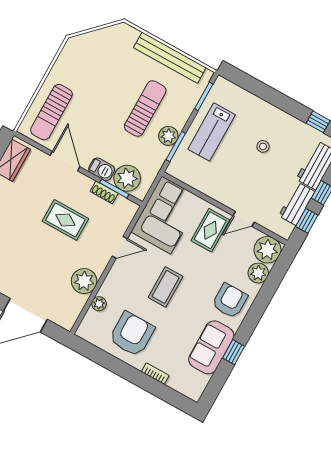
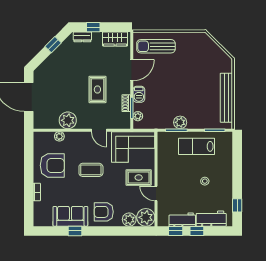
sun lounger: (145, 108) -> (189, 100), removed
plant: (127, 178) -> (138, 116), width x0.53, depth x0.53
armchair: (230, 301) -> (104, 212), turned 180

